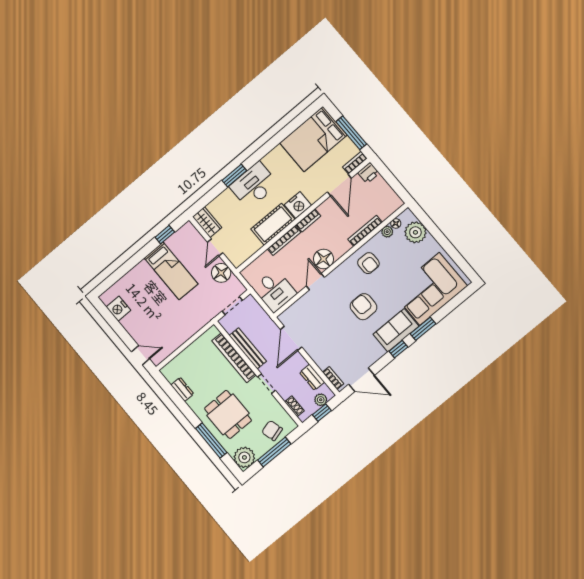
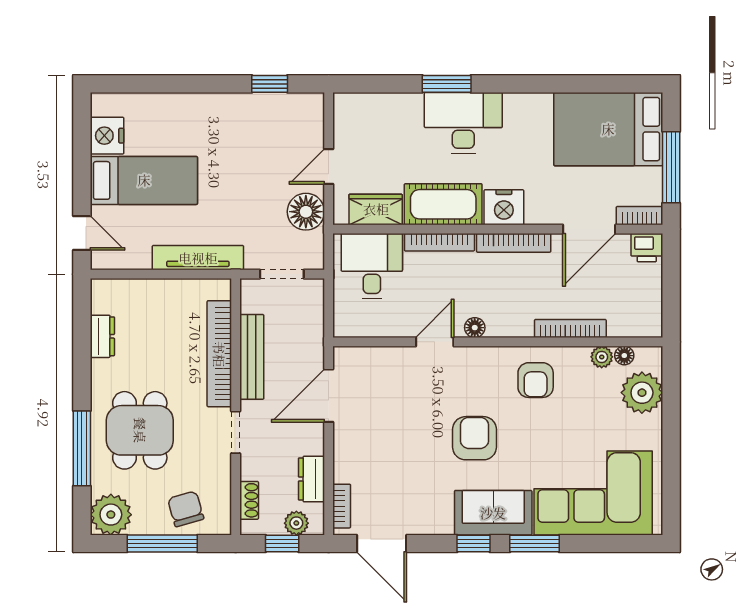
bookcase: (308, 220) -> (514, 243), width x1.56
wardrobe: (207, 222) -> (376, 209), moved, turned -90
floor lamp: (324, 259) -> (475, 328), width x0.53, depth x0.53
bed: (171, 271) -> (144, 180), moved, turned -90
desk: (275, 291) -> (372, 266), moved, turned 180
tv unit: (194, 327) -> (198, 258), added

